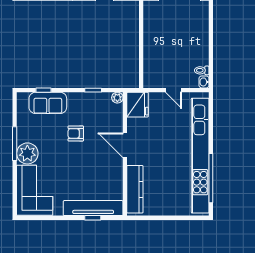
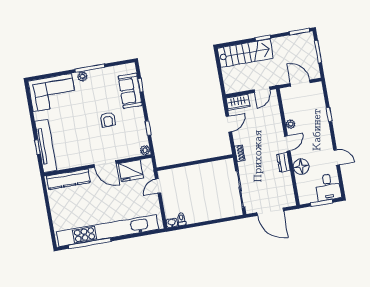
door: (174, 90) -> (158, 186), moved
fridge: (138, 105) -> (131, 171), moved
armchair: (76, 133) -> (108, 120), turned 180
door: (125, 145) -> (105, 164), swing flipped
plant: (27, 153) -> (82, 76), width x0.53, depth x0.53

